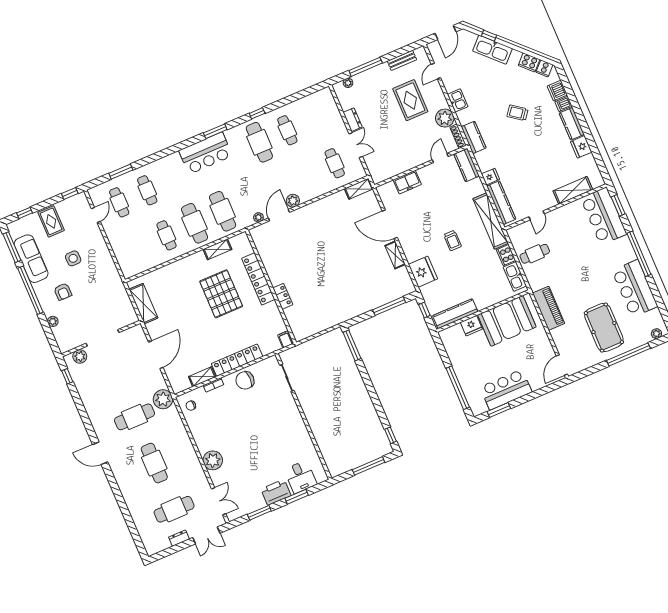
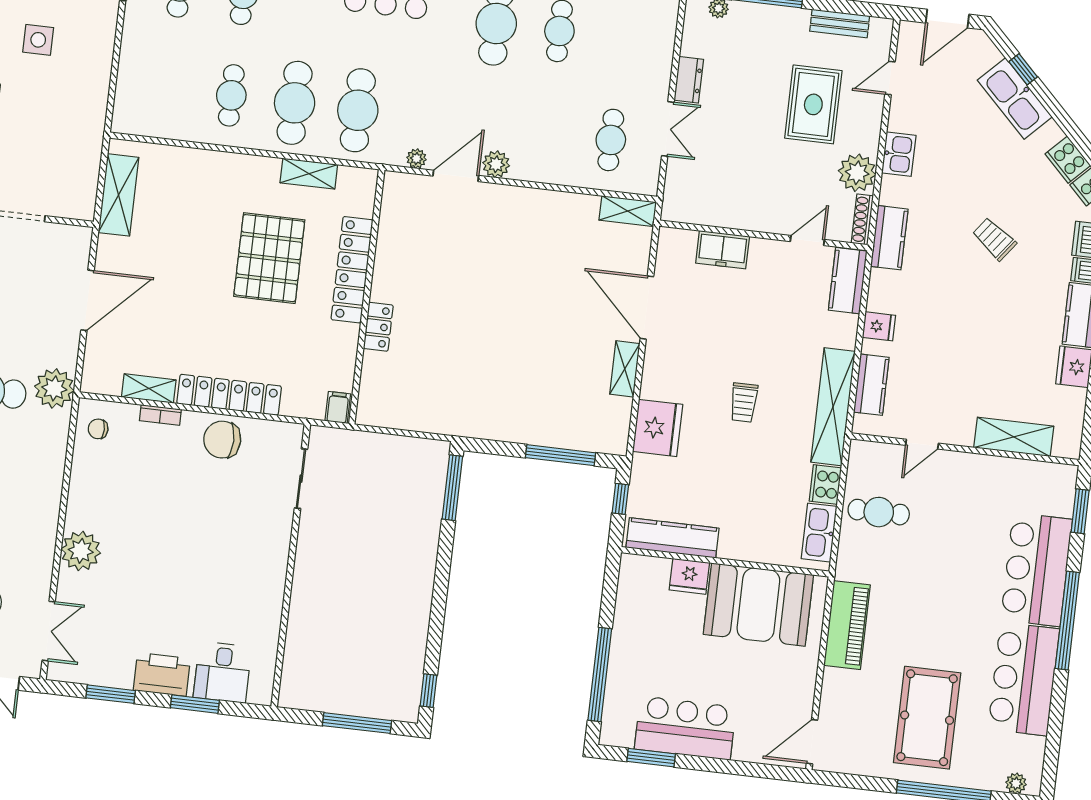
kitchen counter: (501, 203) -> (871, 385), width x0.67
bar counter: (604, 216) -> (1036, 570), moved

